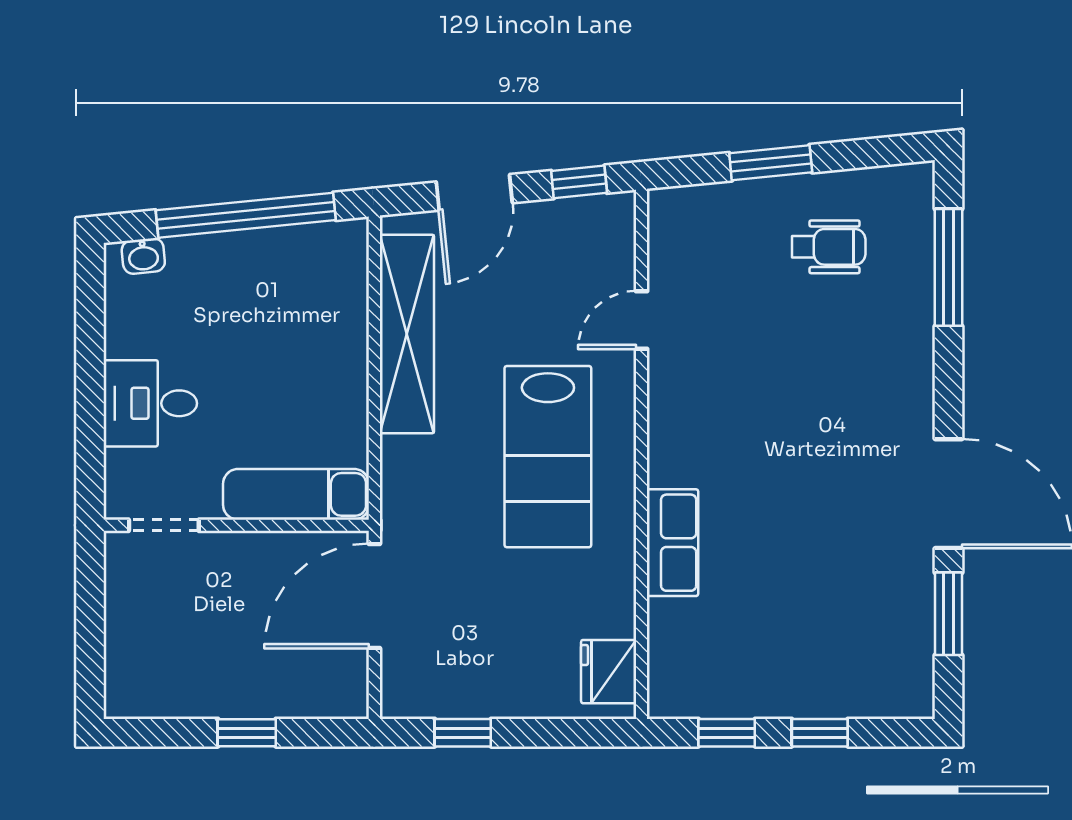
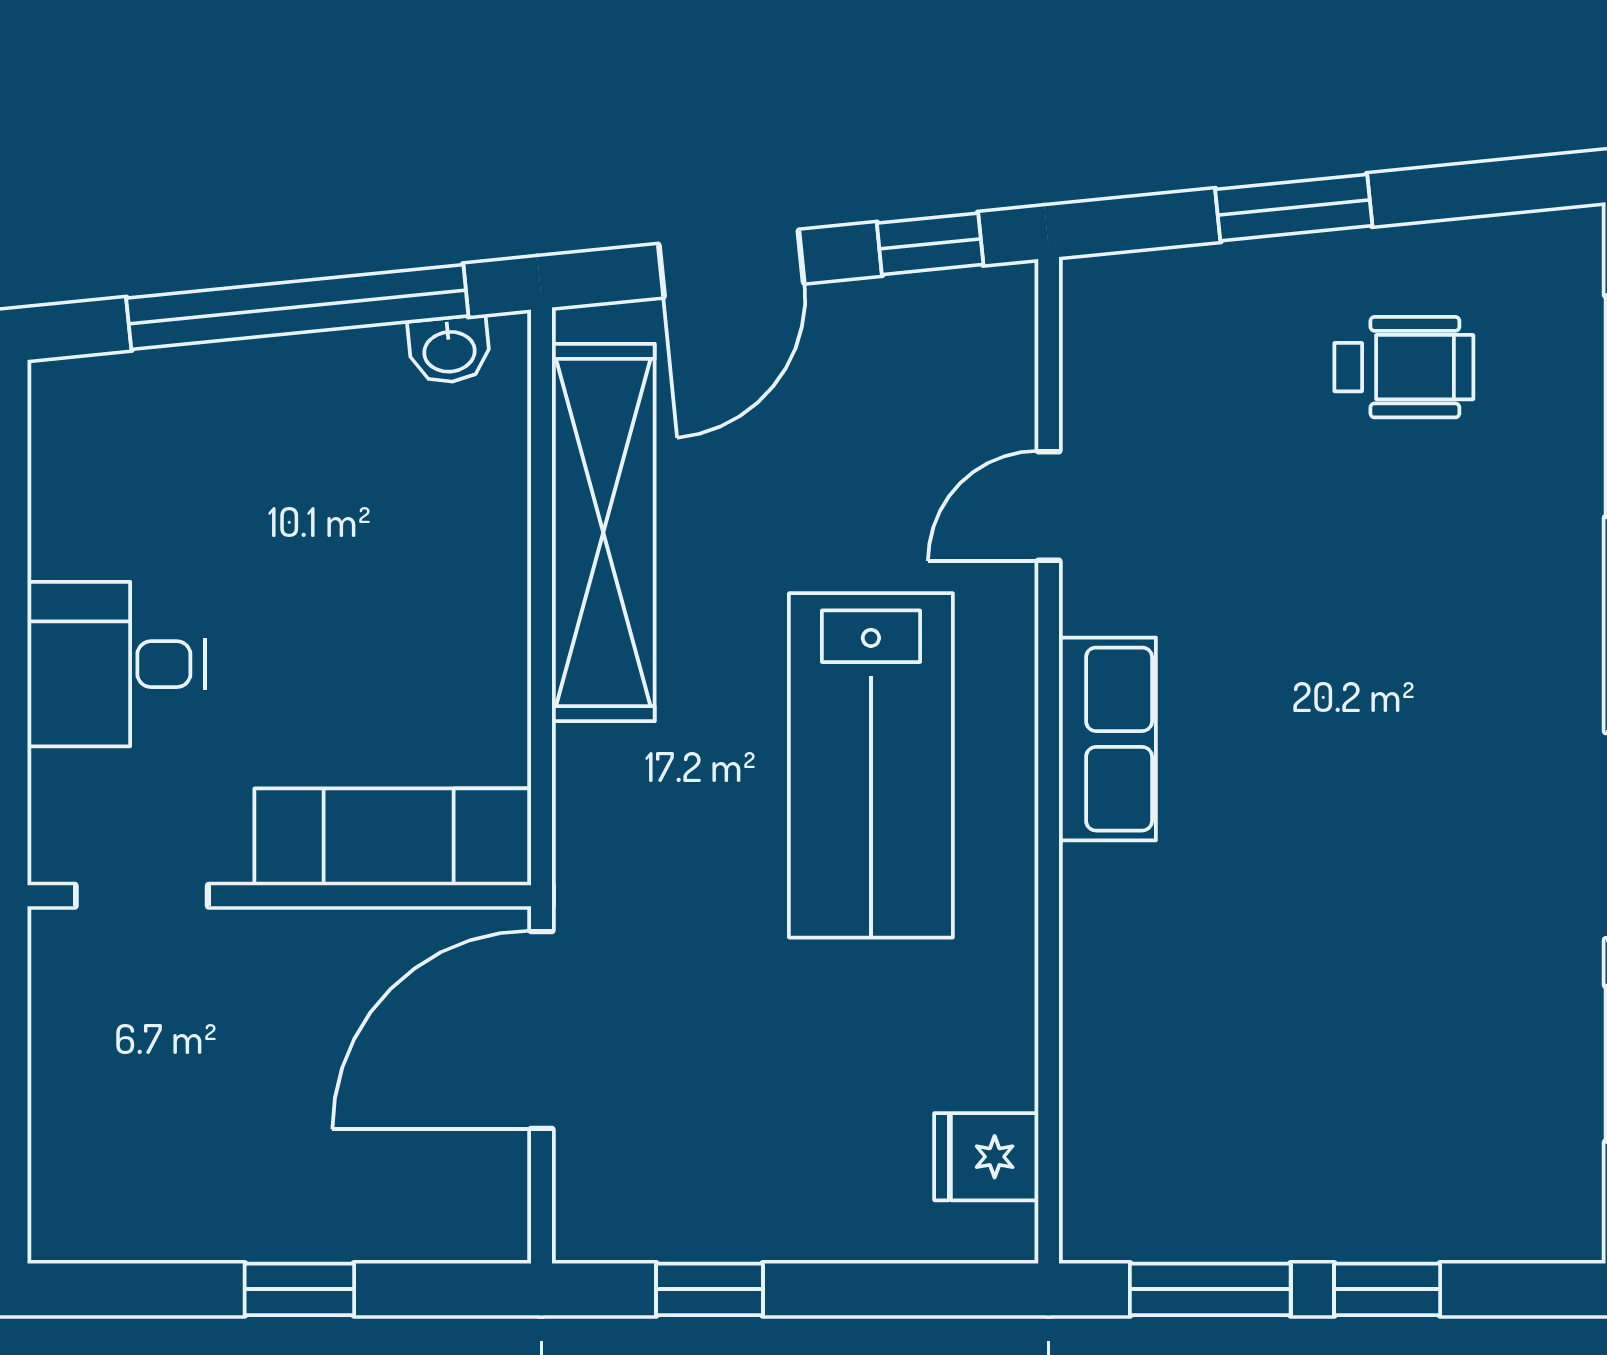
washbasin: (143, 256) -> (449, 350), moved
row of seats: (672, 543) -> (1107, 739), moved
fridge: (609, 672) -> (986, 1157), width x0.72
window: (727, 733) -> (1210, 1289), width x1.50

